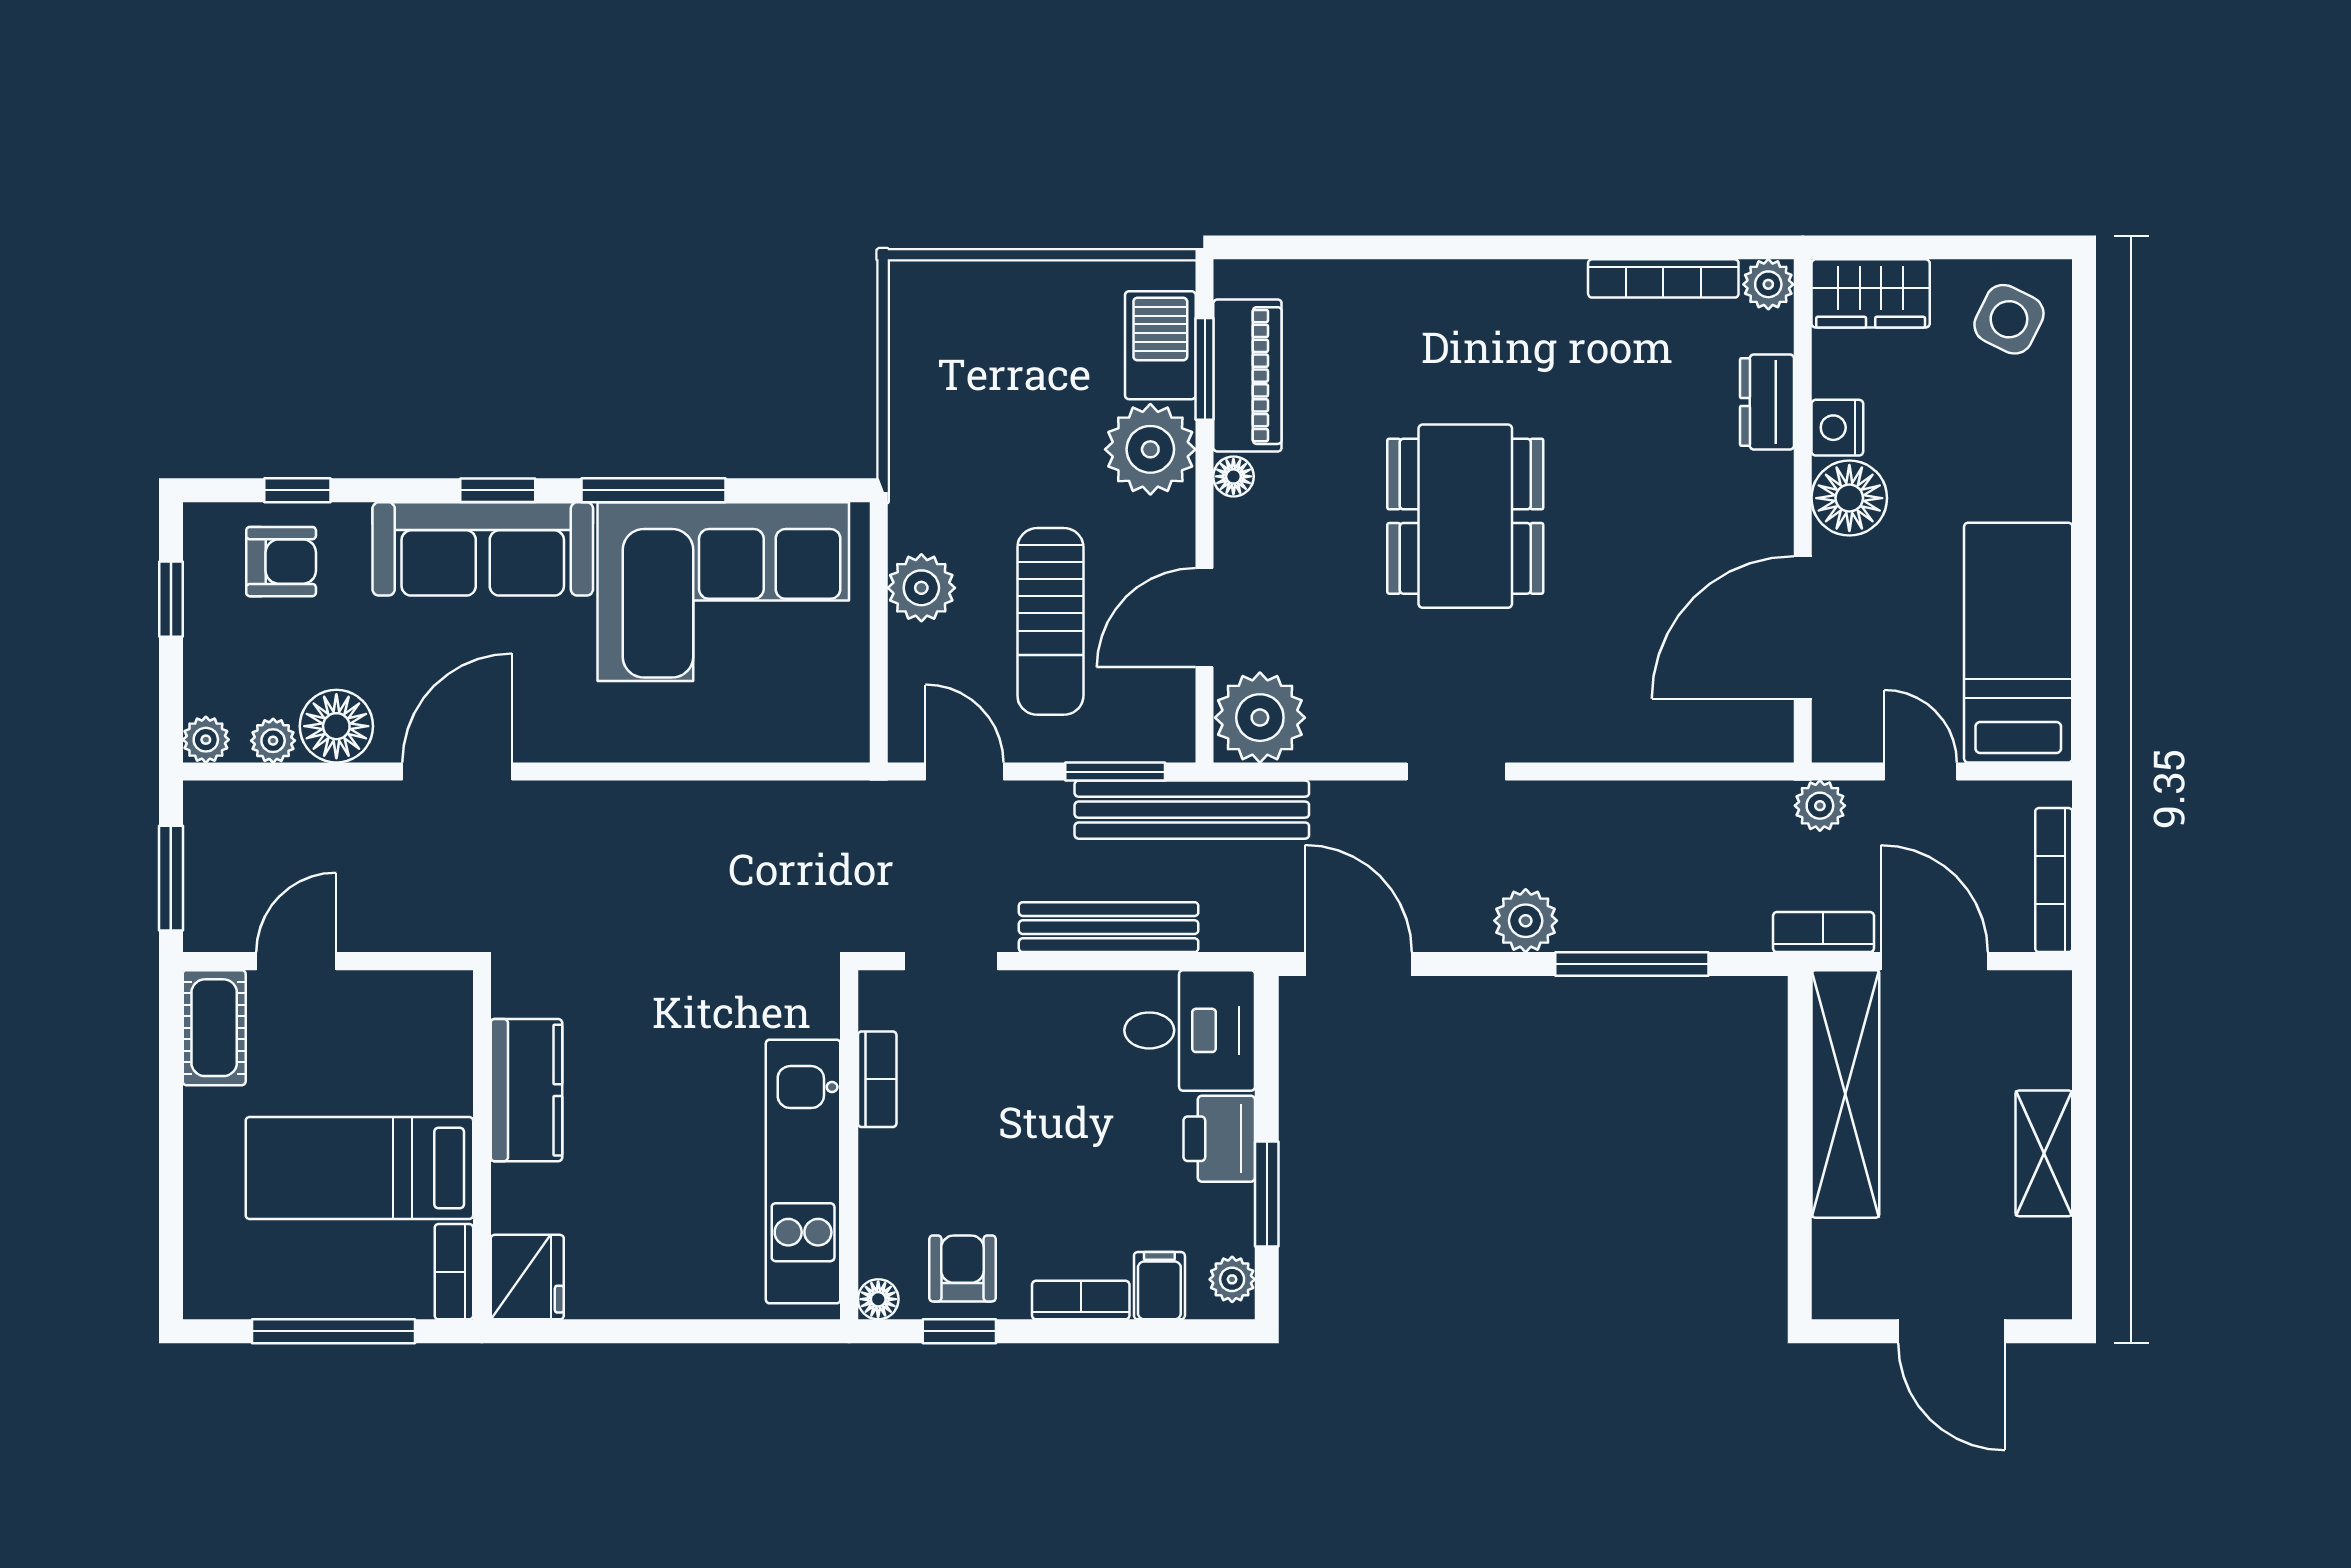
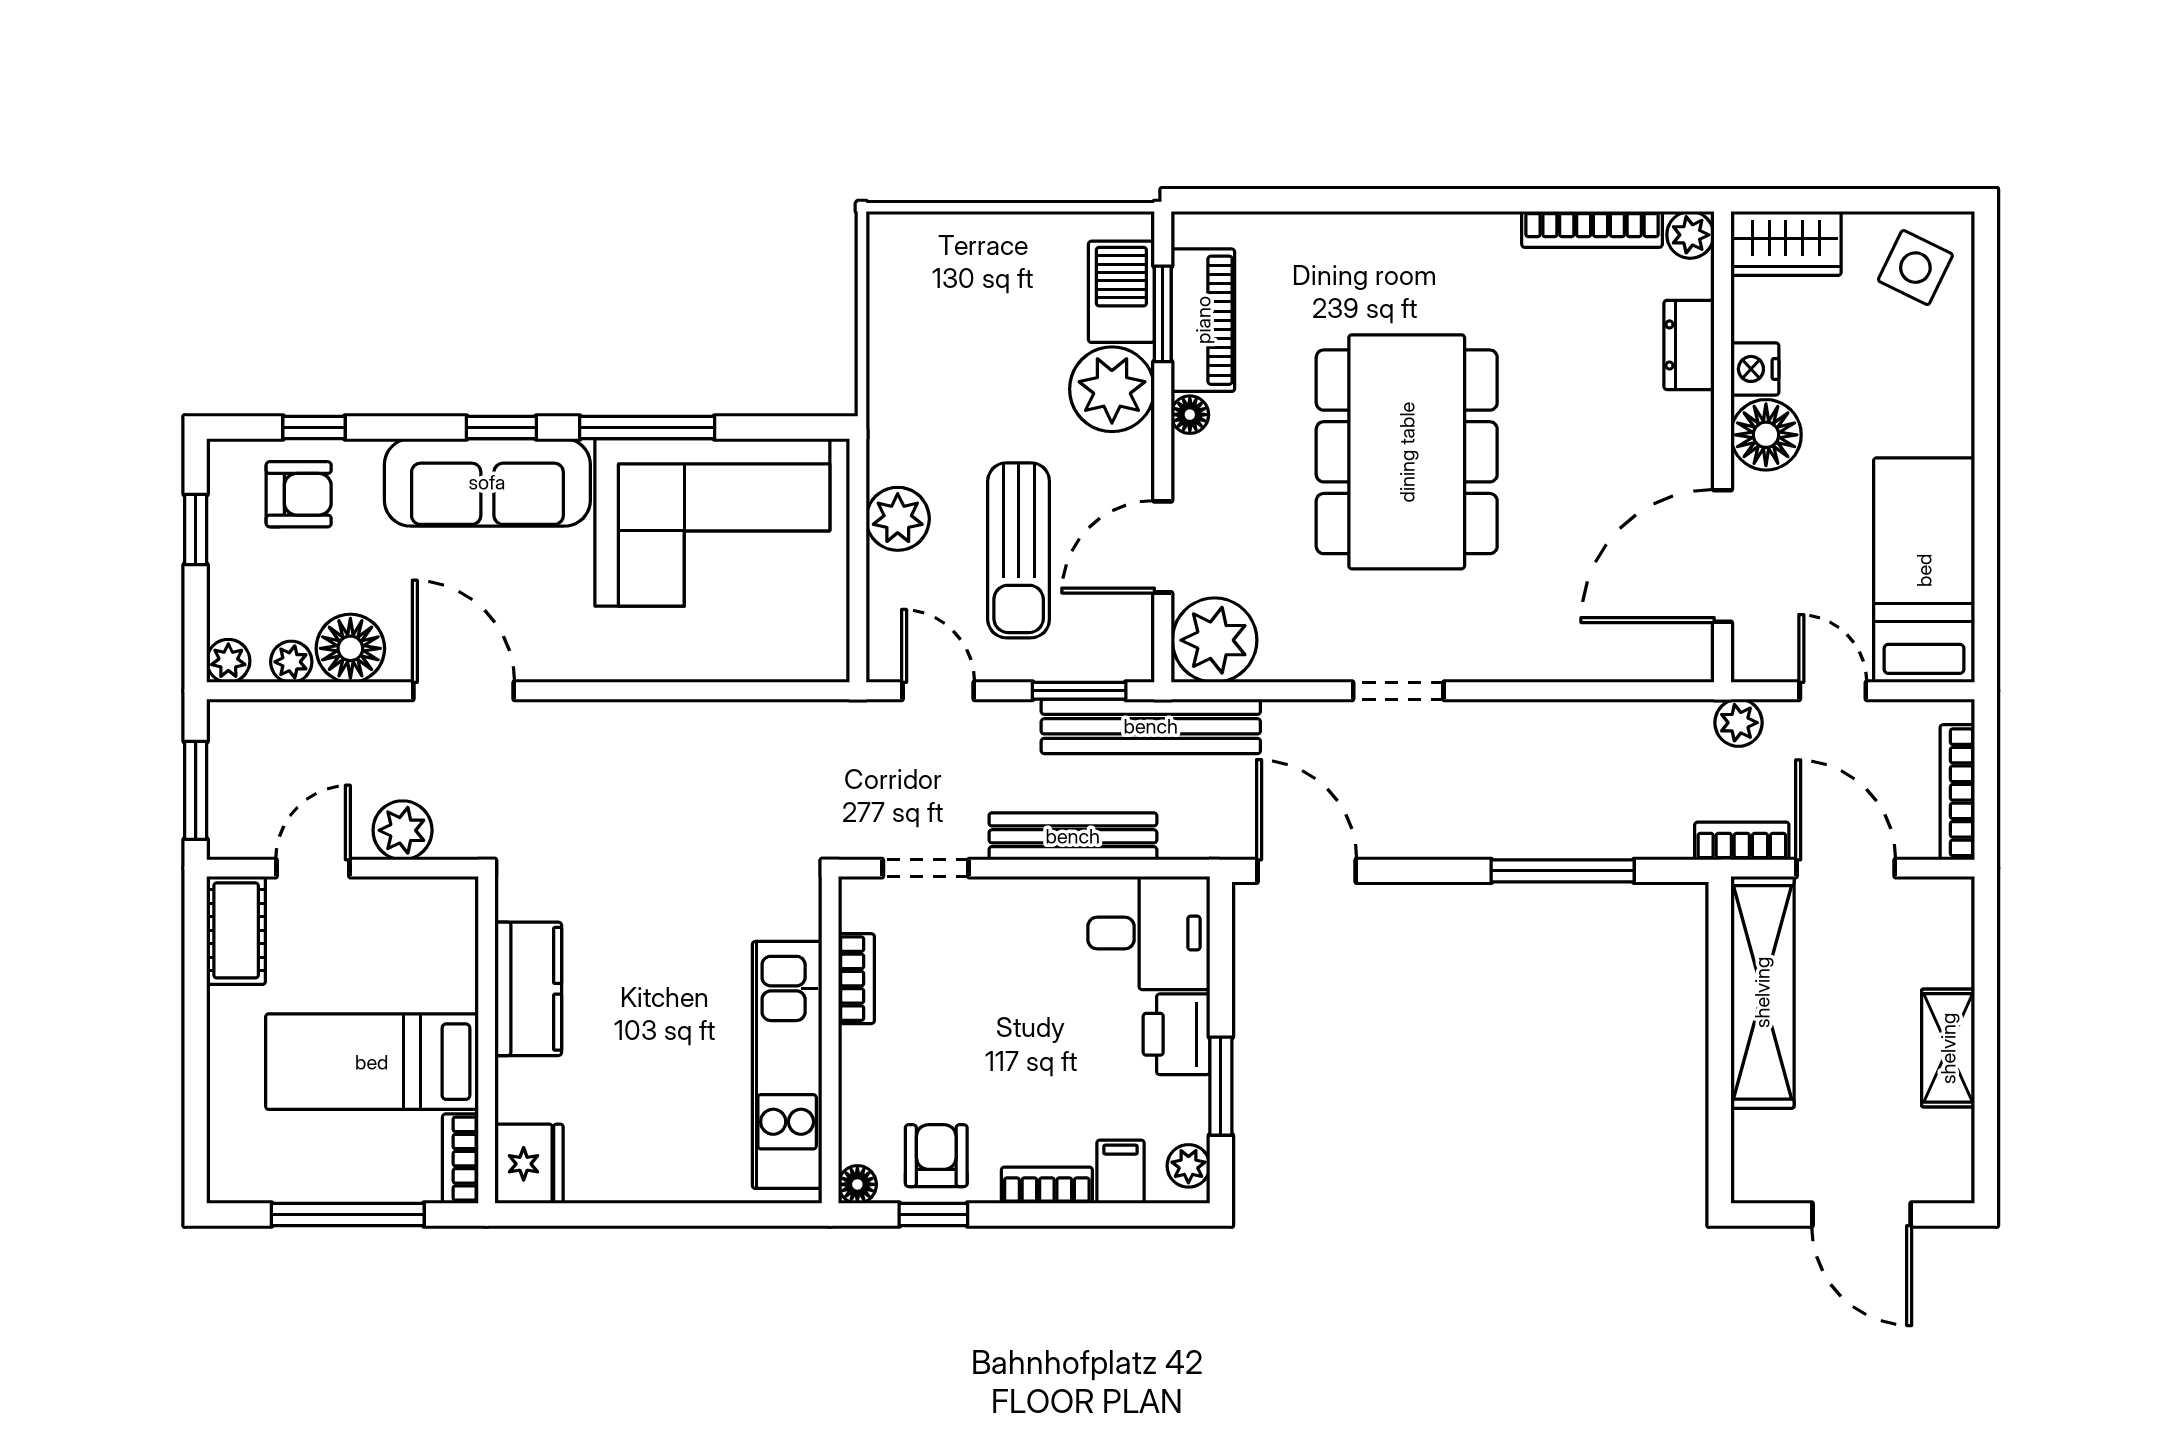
dining table: (1465, 516) -> (1407, 452), width x1.36, depth x1.24
door: (457, 772) -> (463, 691), hinge flipped
plant: (1526, 921) -> (403, 830), moved

